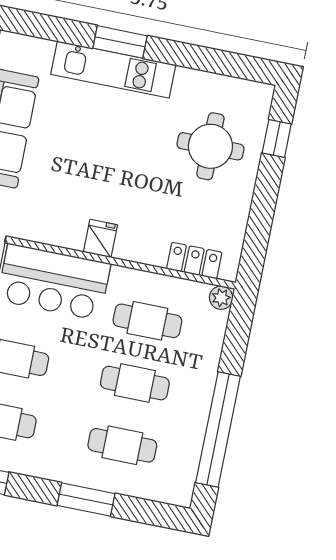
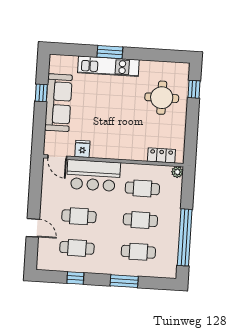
fridge: (100, 239) -> (82, 149), moved

